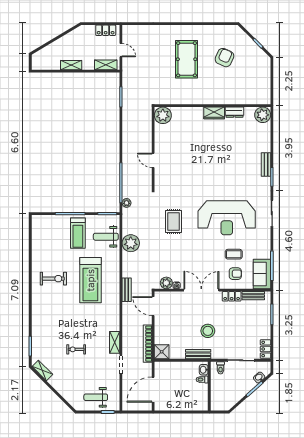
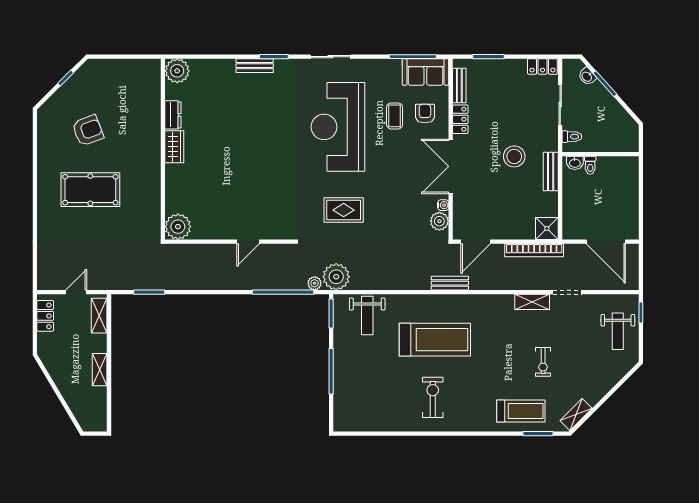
armchair: (224, 58) -> (88, 130), turned 135
reception desk: (227, 218) -> (338, 127), turned 180
treadmill: (78, 233) -> (521, 411), moved
plant: (131, 243) -> (336, 277), moved

